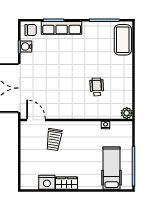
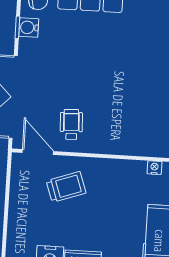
wheelchair: (97, 87) -> (71, 124), moved
trolley: (54, 140) -> (66, 187), turned -118

